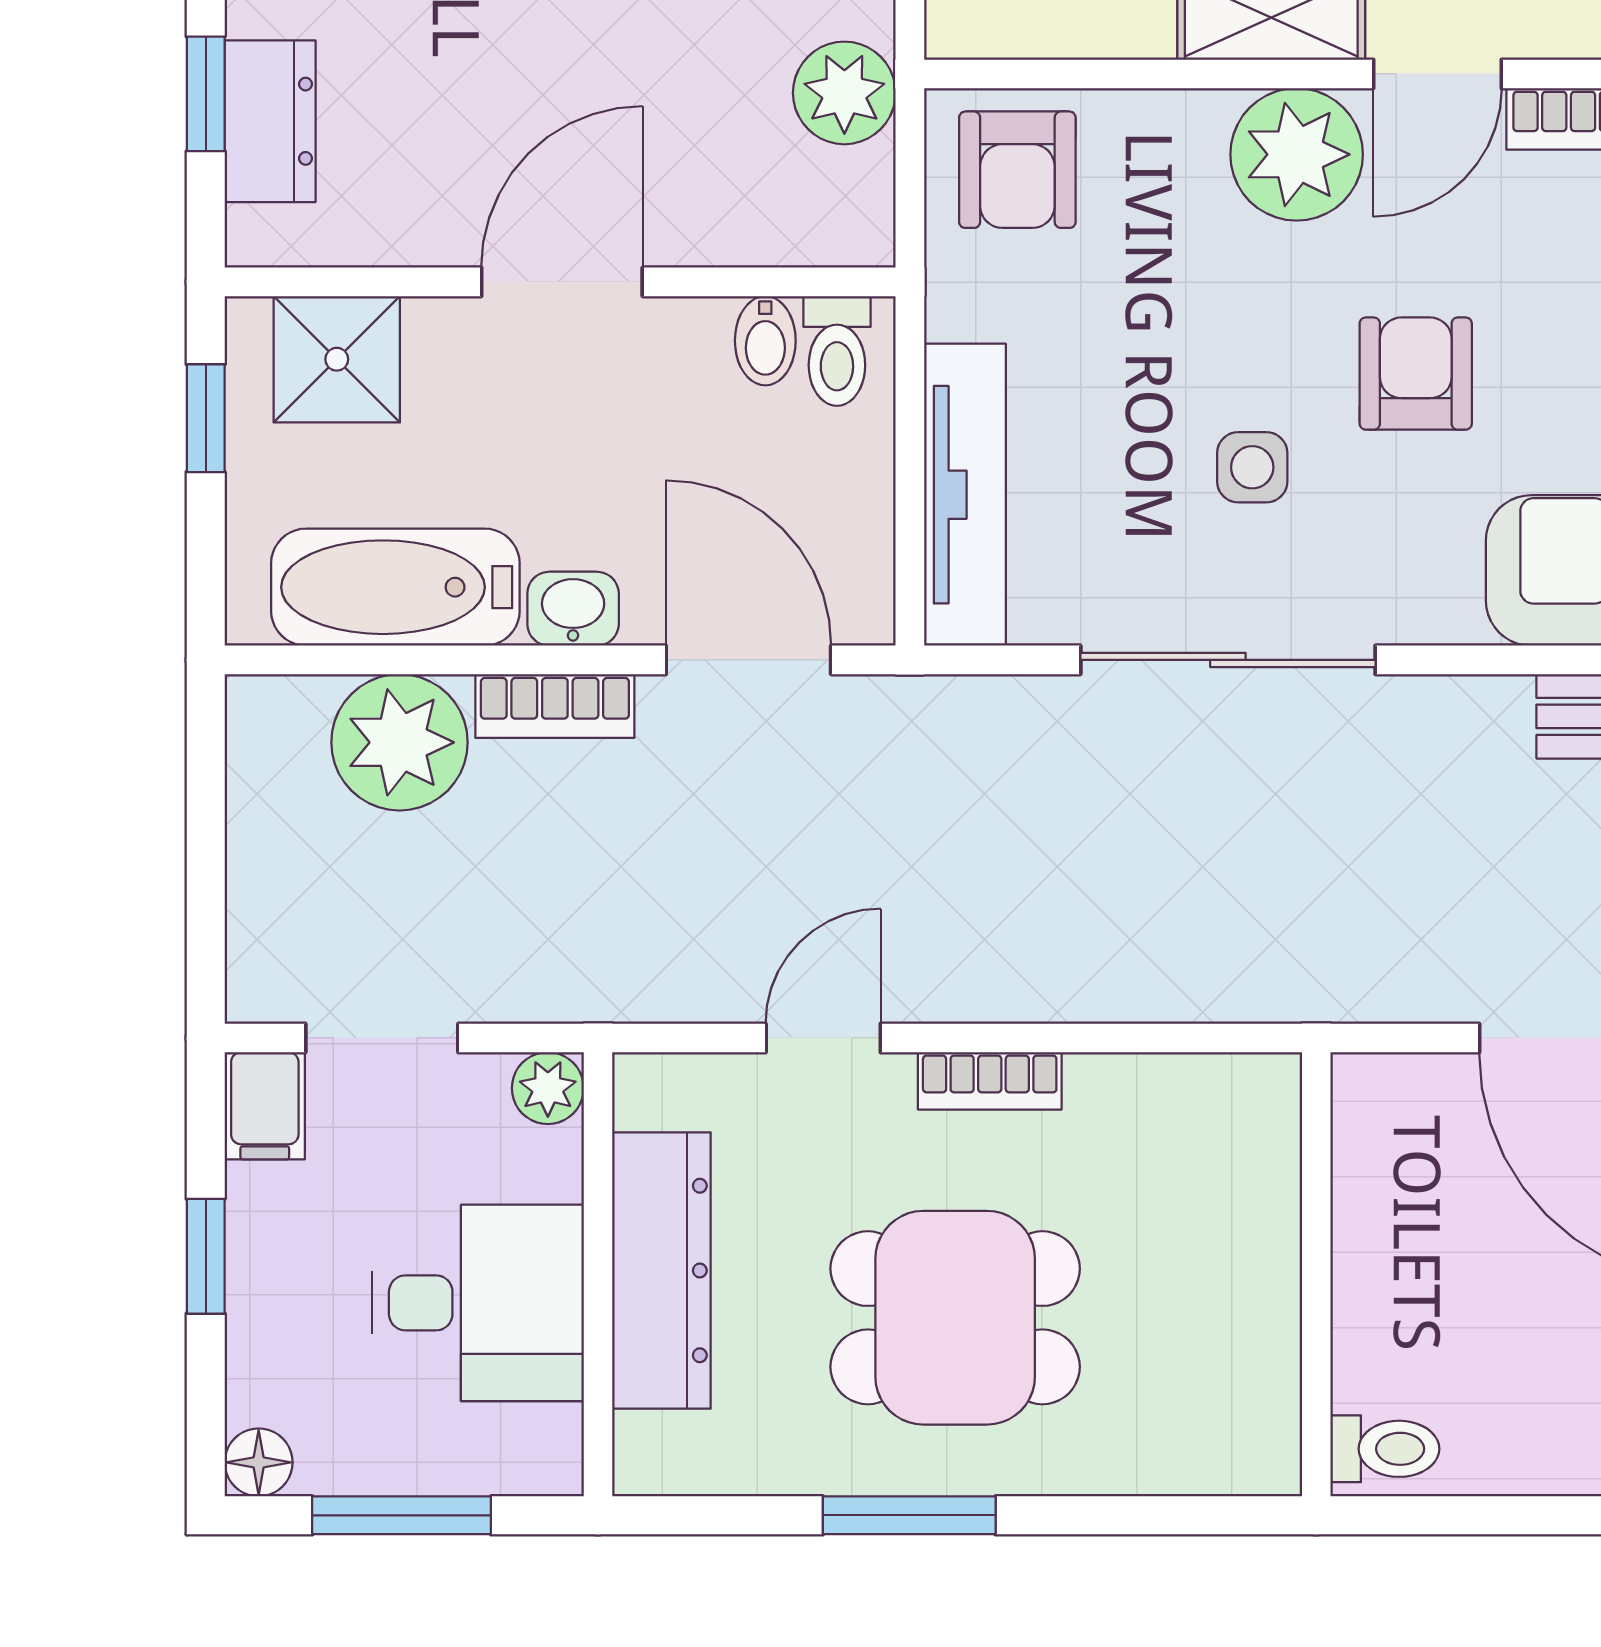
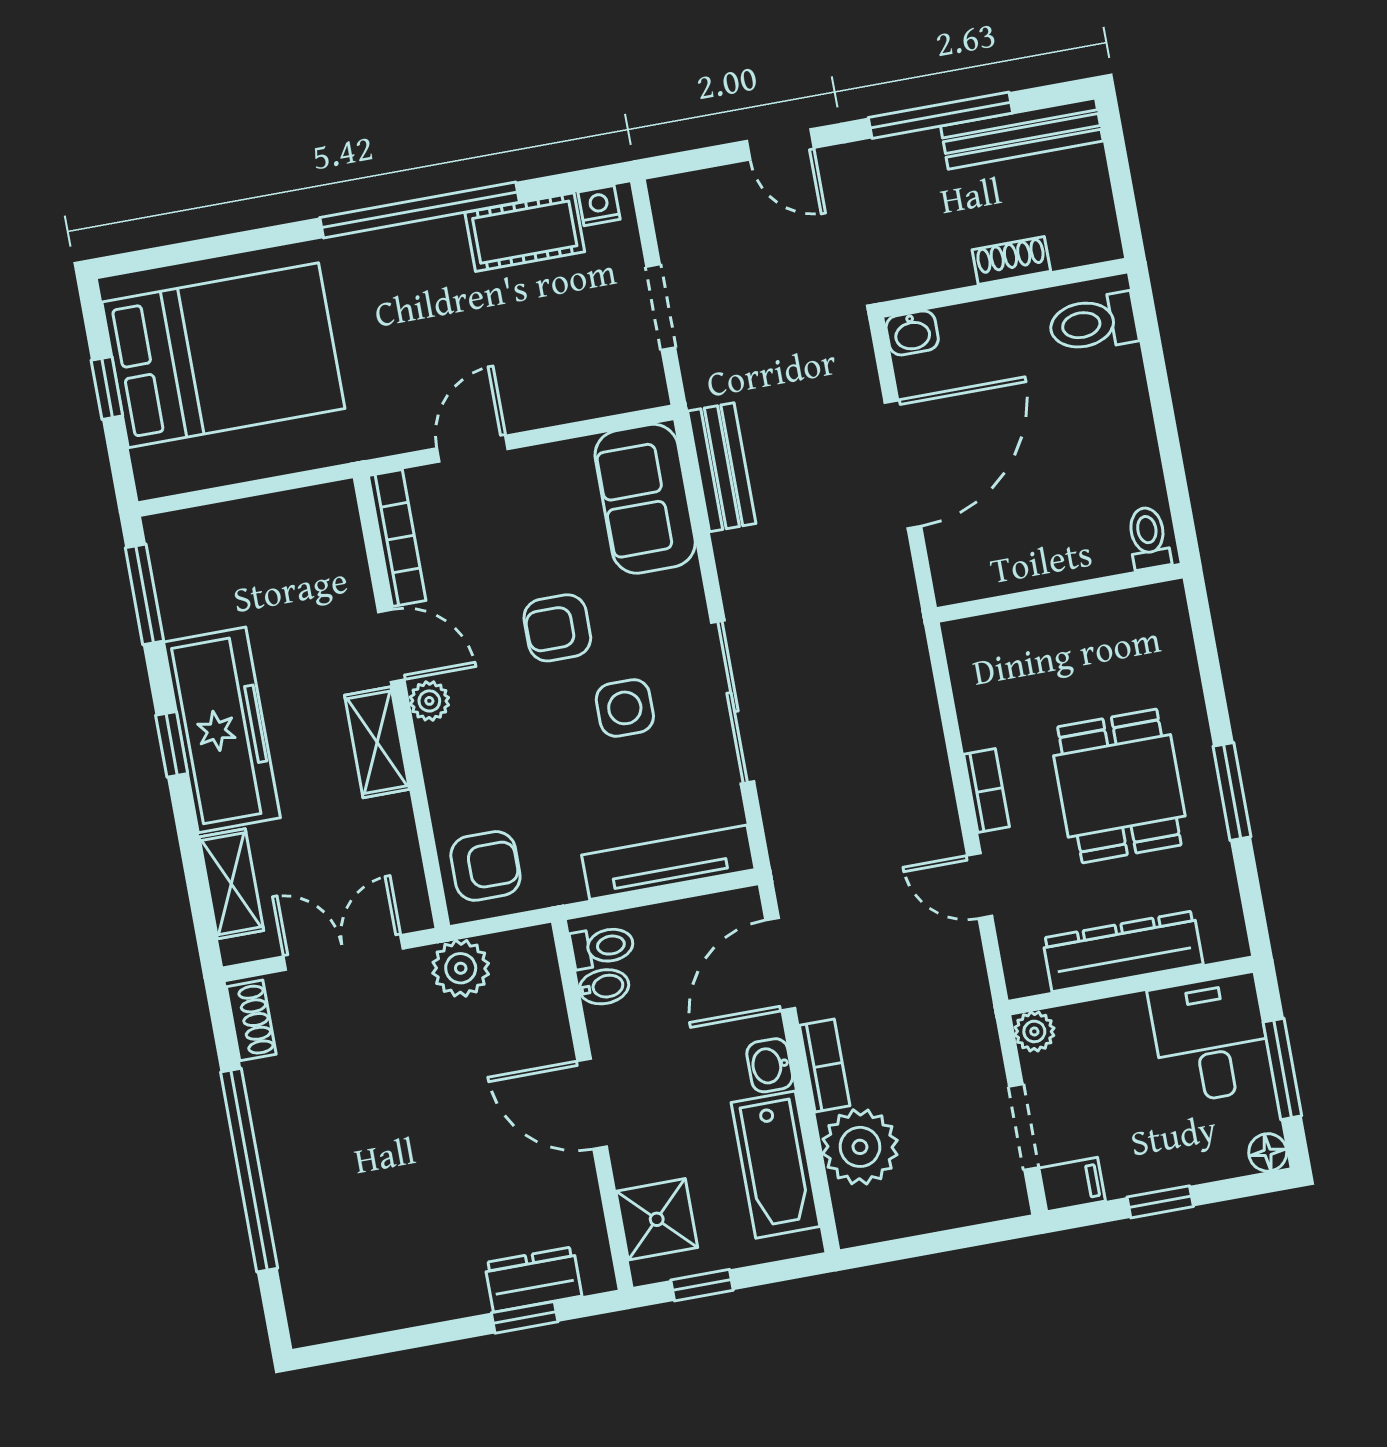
plant: (1297, 154) -> (429, 701), width x0.53, depth x0.53
side table: (1252, 467) -> (625, 708), width x1.37, depth x1.37
desk: (478, 1303) -> (1211, 1039), moved

